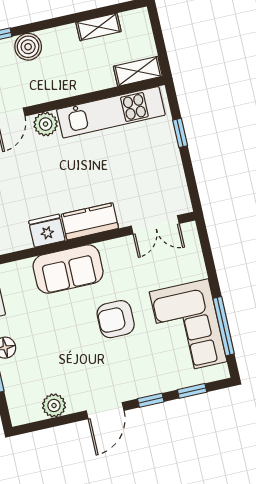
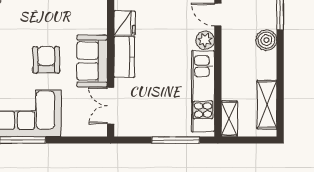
shelving: (98, 27) -> (267, 105), width x1.50, depth x1.33
window: (180, 133) -> (176, 140), width x2.17
sofa: (68, 269) -> (92, 61), moved

